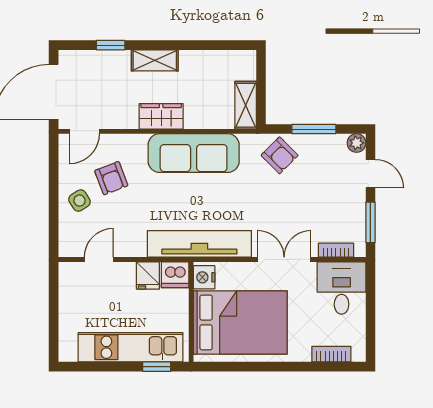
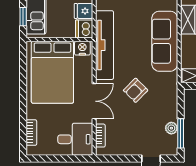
window: (314, 129) -> (181, 133), moved
plant: (357, 143) -> (171, 128), moved
armchair: (280, 155) -> (136, 90), moved
window: (370, 222) -> (119, 158), removed

